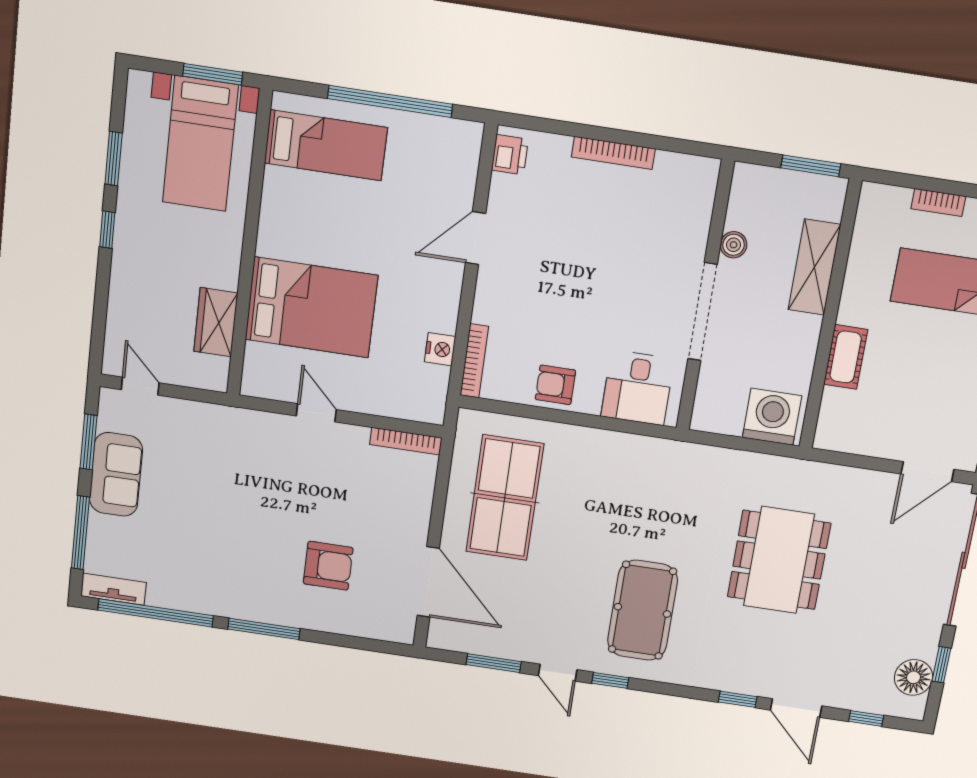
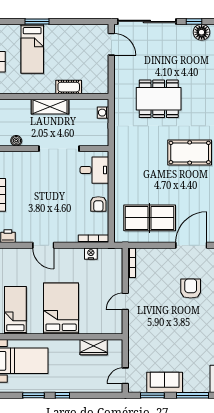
boiler: (734, 245) -> (16, 141), moved
shelving: (814, 267) -> (50, 107), moved
bed: (311, 307) -> (61, 308), moved
washing machine: (772, 417) -> (103, 113), width x0.53, depth x0.53

